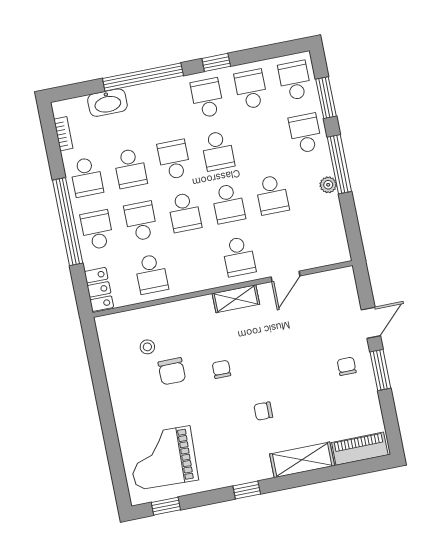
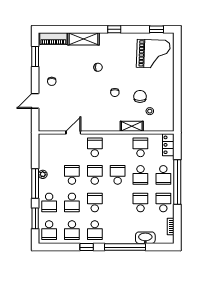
school desk: (174, 160) -> (72, 202), moved
shelving: (236, 299) -> (132, 126), moved
window: (380, 370) -> (35, 56), moved

